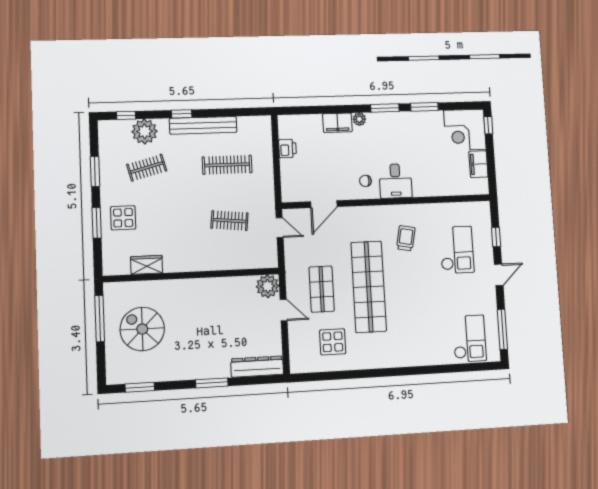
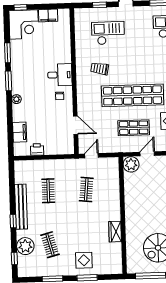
filing cabinet: (337, 123) -> (20, 132), moved
clothes rail: (227, 165) -> (48, 191), width x0.73
wardrobe: (147, 265) -> (115, 232), moved

